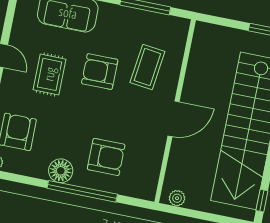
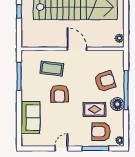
rug: (49, 74) -> (94, 109), moved
armchair: (106, 157) -> (105, 81), turned 73

